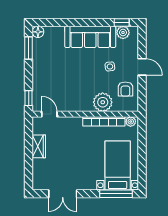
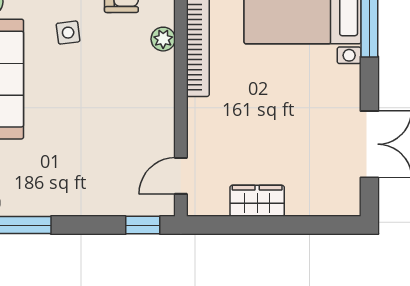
plant: (103, 102) -> (163, 39), width x0.53, depth x0.53

